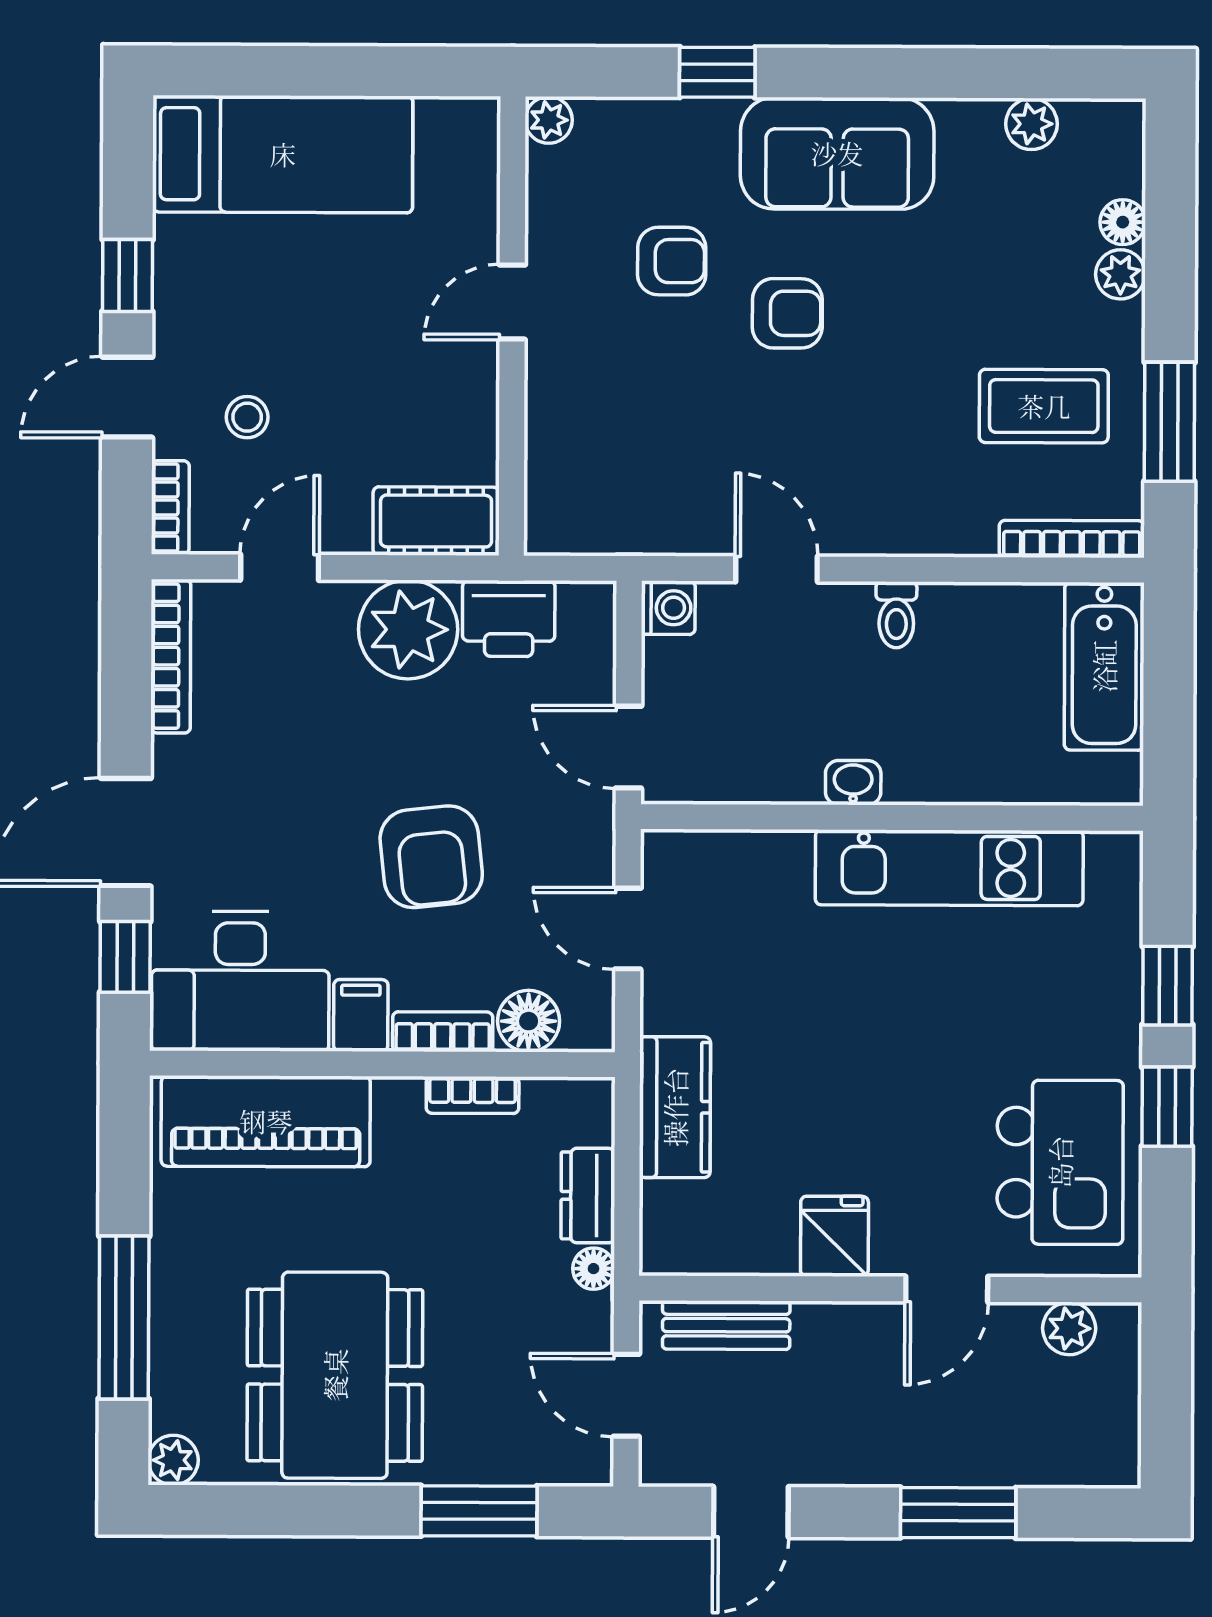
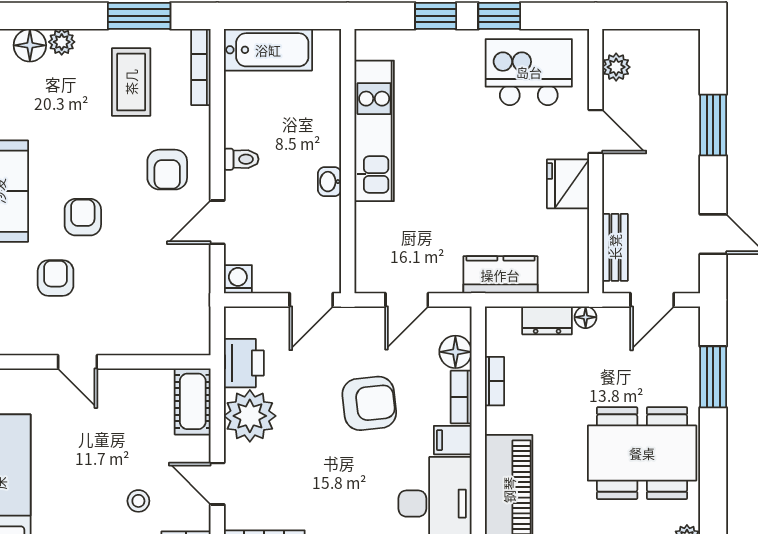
floor lamp: (1123, 222) -> (30, 45), width x1.37, depth x1.37
armchair: (877, 474) -> (167, 170), added
fridge: (834, 1236) -> (568, 184), width x1.38

